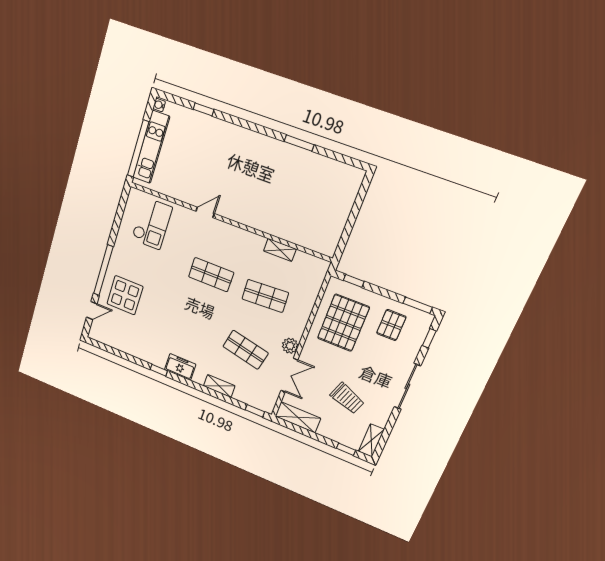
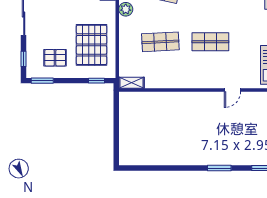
window: (299, 143) -> (219, 168), moved
shelving: (280, 250) -> (131, 83), moved
pallet: (391, 325) -> (55, 58), turned 90

